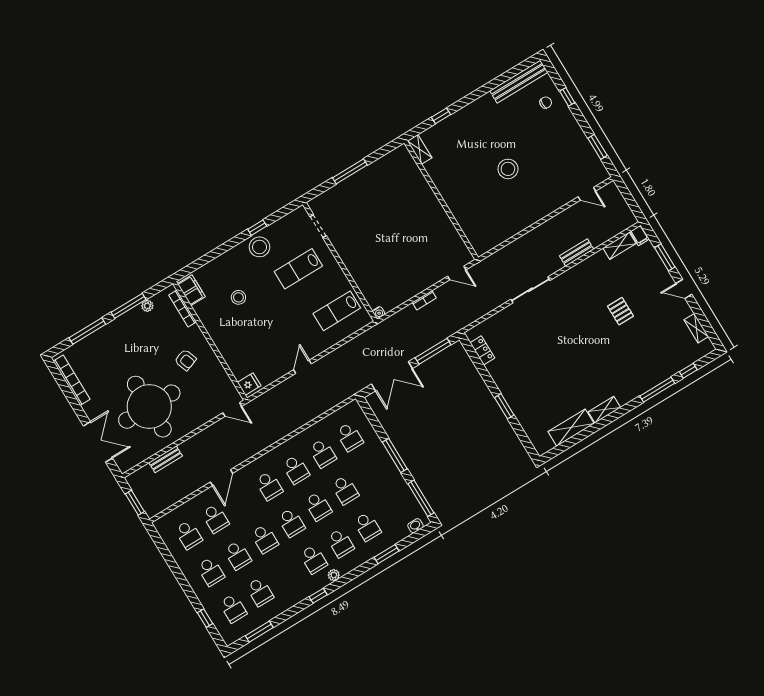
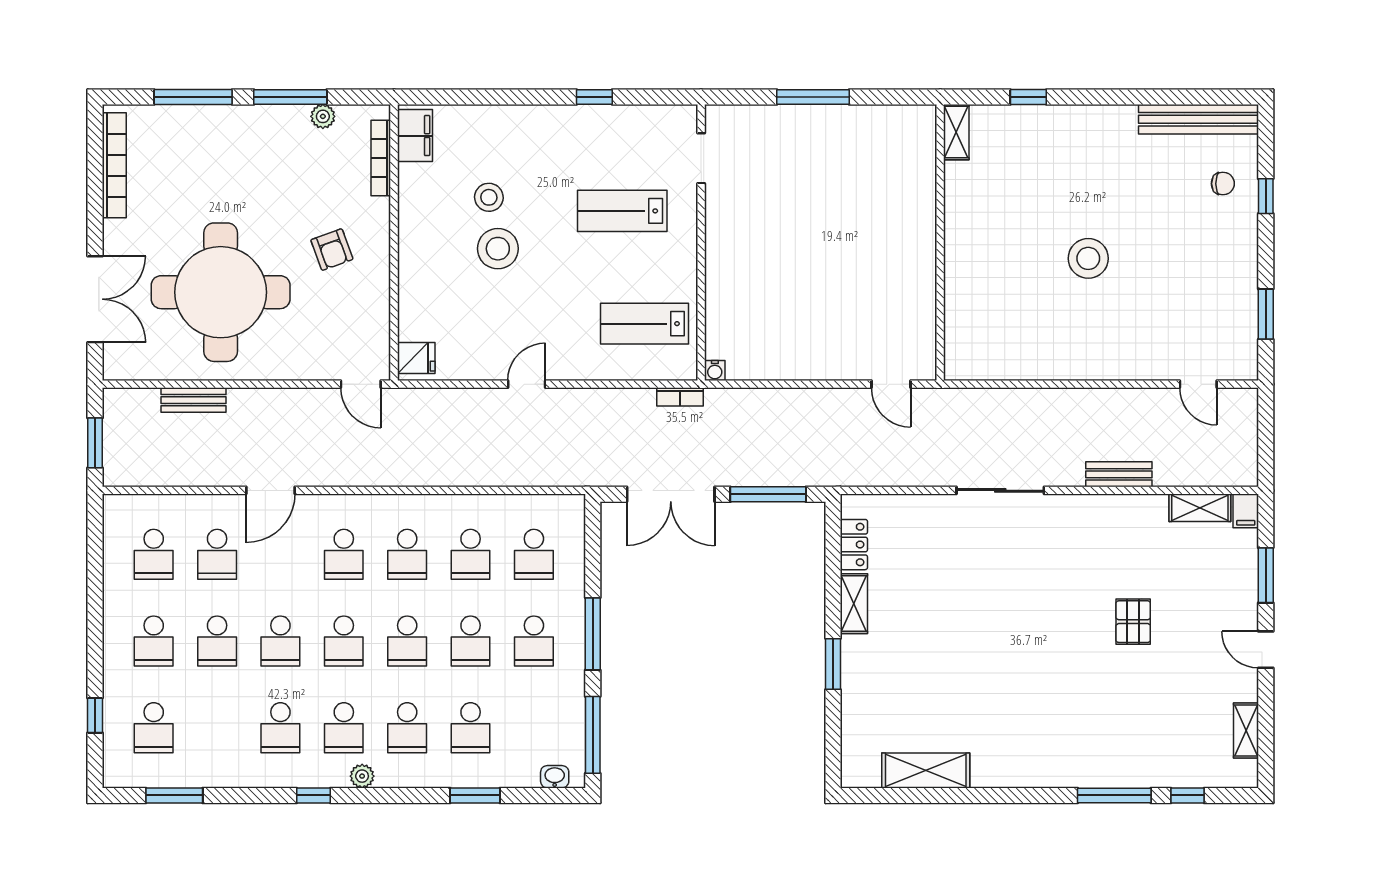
stool: (259, 247) -> (498, 249), moved
bookcase: (424, 300) -> (680, 397), moved
shelving: (604, 410) -> (854, 604), moved, turned 90
school desk: (372, 474) -> (534, 641), added
school desk: (260, 592) -> (280, 728), moved

